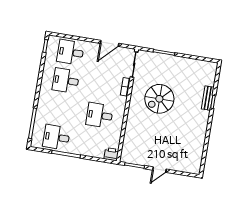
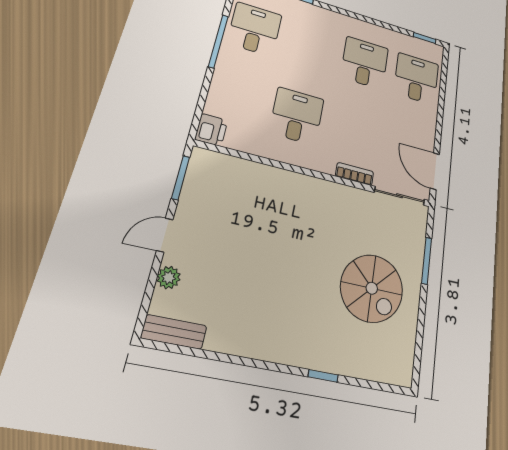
door: (110, 43) -> (435, 171), moved
bench: (208, 98) -> (174, 332), moved
spiral stairs: (159, 99) -> (372, 288), moved, turned 180
plant: (176, 166) -> (169, 278), added
door: (159, 170) -> (165, 235), hinge flipped

